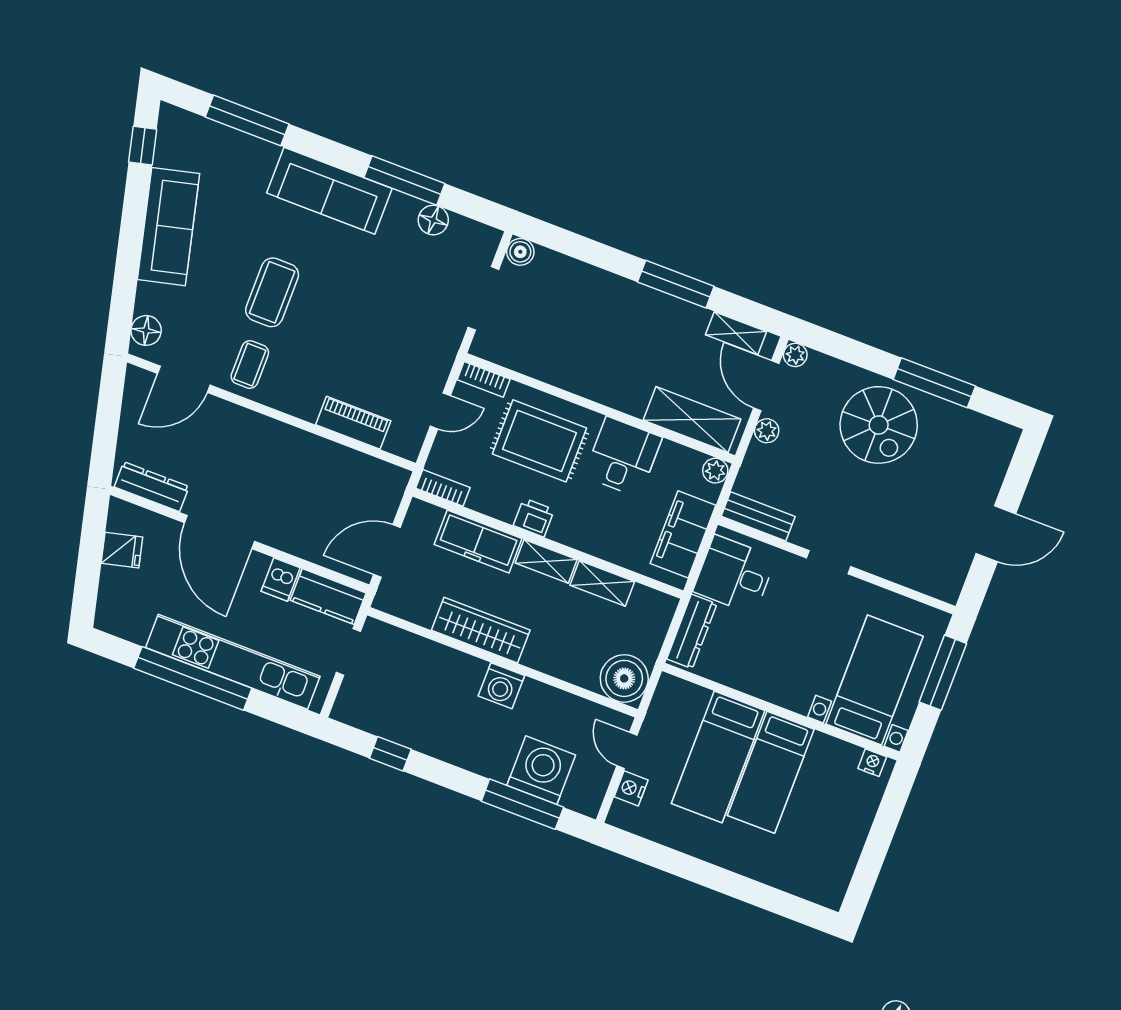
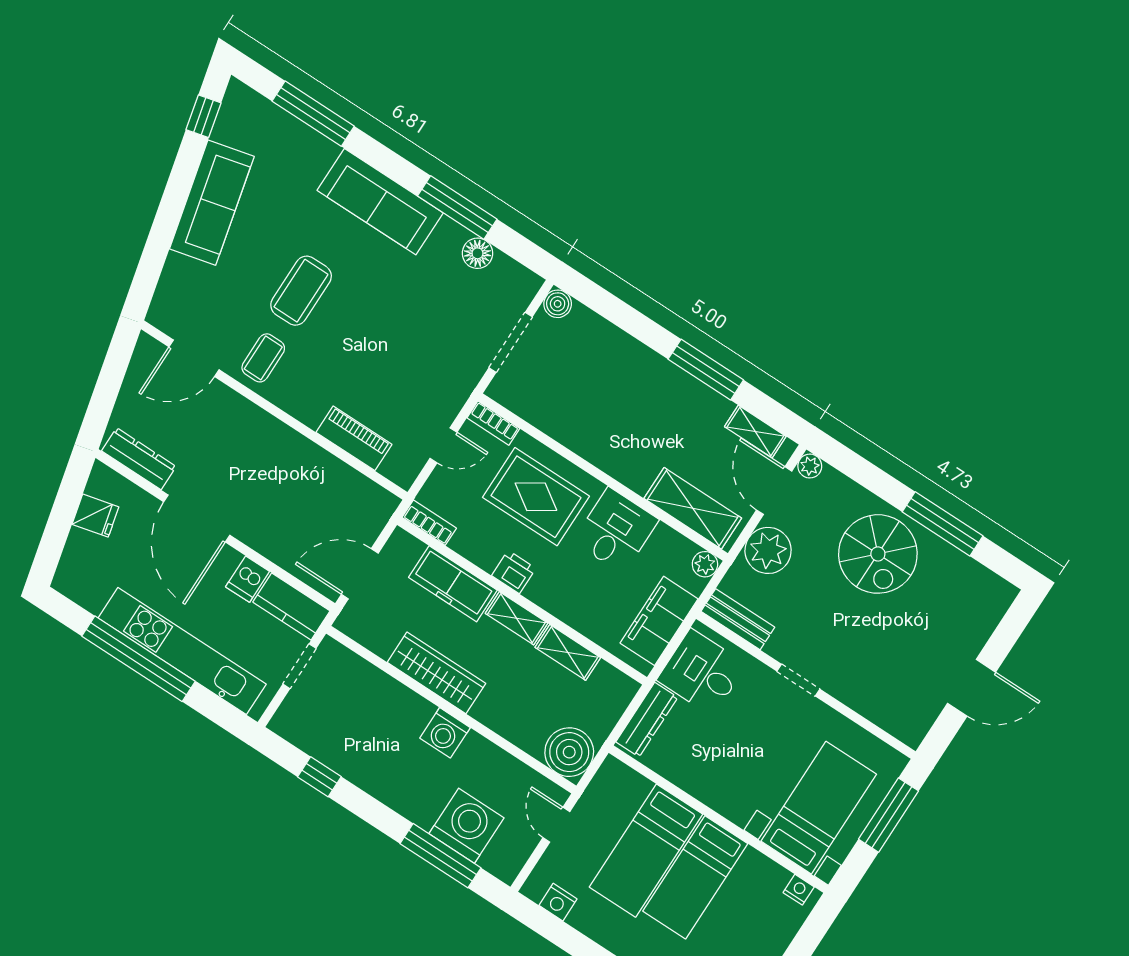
floor lamp: (146, 330) -> (167, 302), removed
plant: (767, 431) -> (768, 550), width x1.88, depth x1.88
nightstand: (631, 788) -> (558, 902), moved, turned -90

